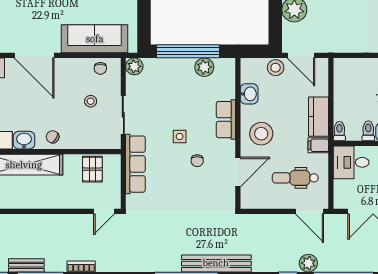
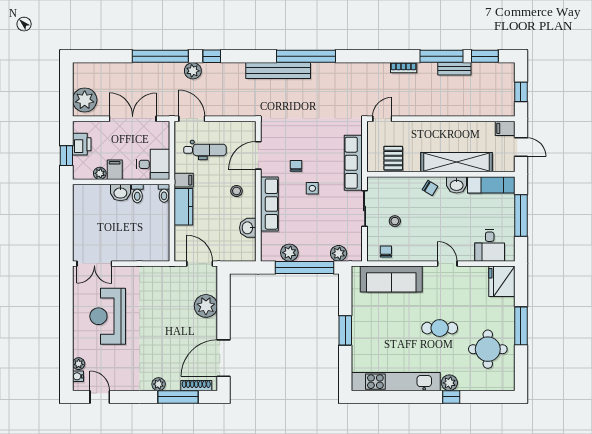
door: (34, 55) -> (447, 264), width x0.53
plant: (134, 66) -> (339, 253), moved
stool: (276, 68) -> (223, 252), removed
row of seats: (226, 120) -> (269, 204), width x1.48
stool: (261, 134) -> (237, 191), width x0.53, depth x0.53

